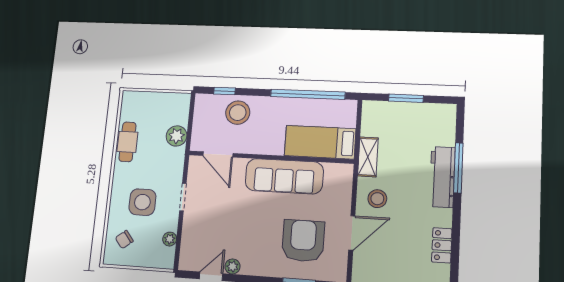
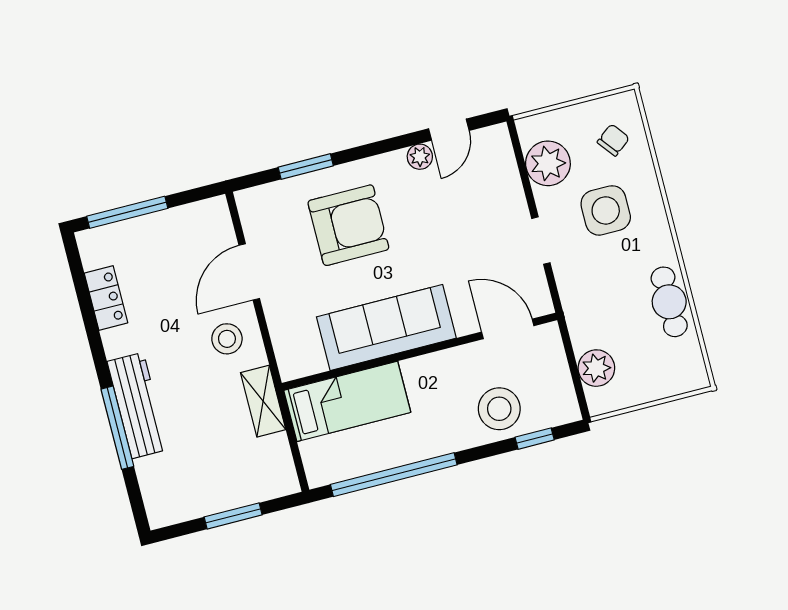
plant: (177, 136) -> (596, 368), moved
plant: (170, 239) -> (548, 163), width x1.88, depth x1.88
armchair: (303, 241) -> (348, 225), moved, turned -90

